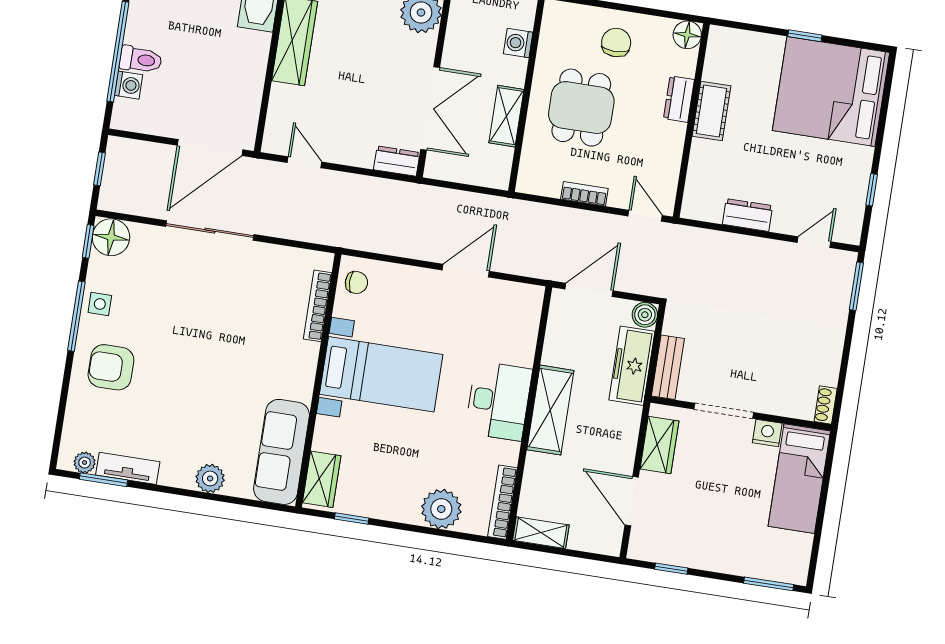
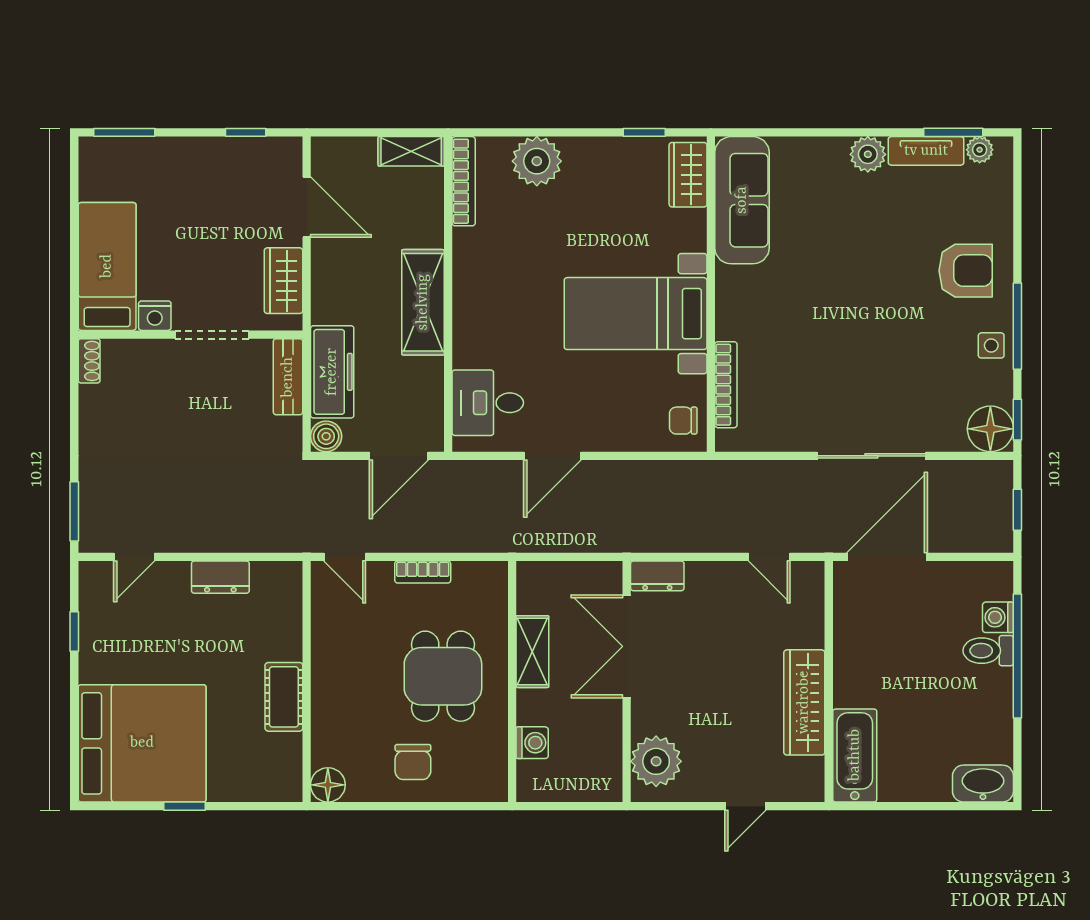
dresser: (679, 99) -> (326, 705), removed
desk: (499, 401) -> (488, 403), moved, width x0.73
plant: (210, 478) -> (868, 154), moved

